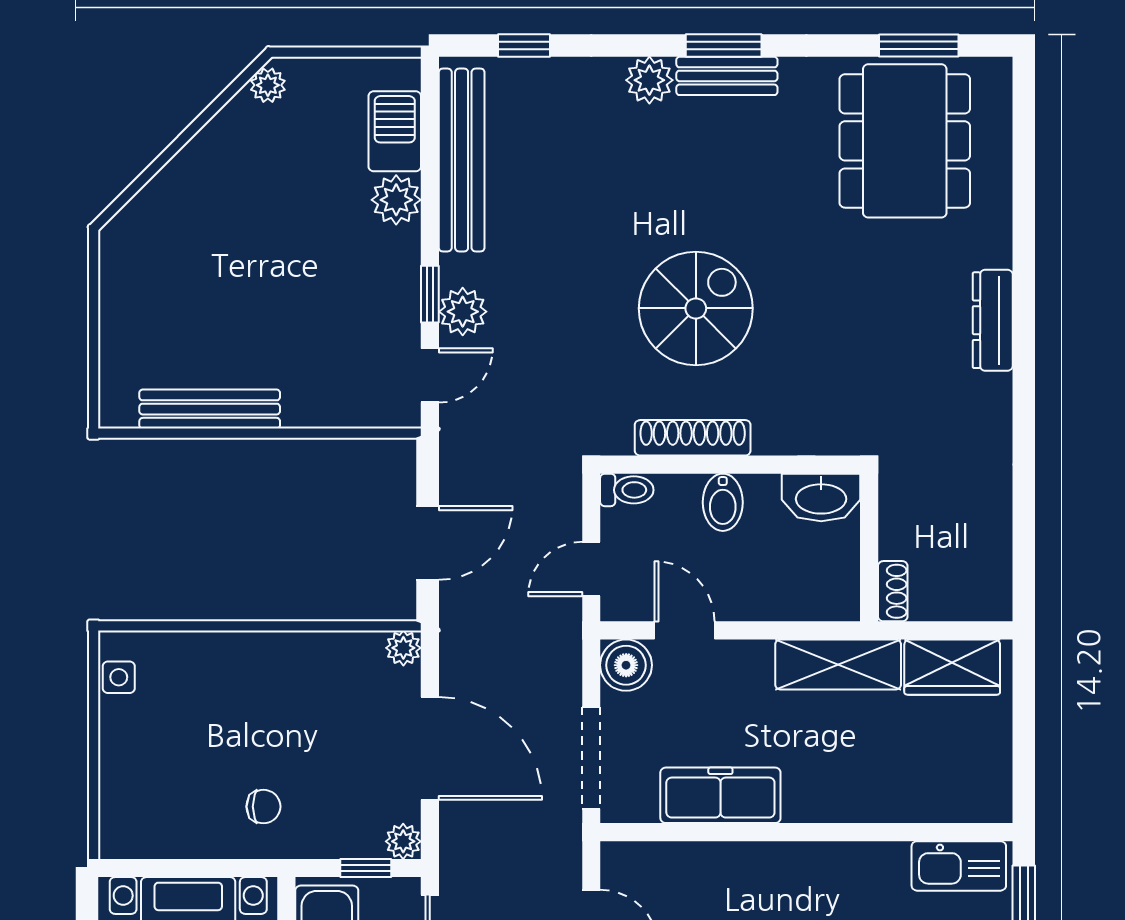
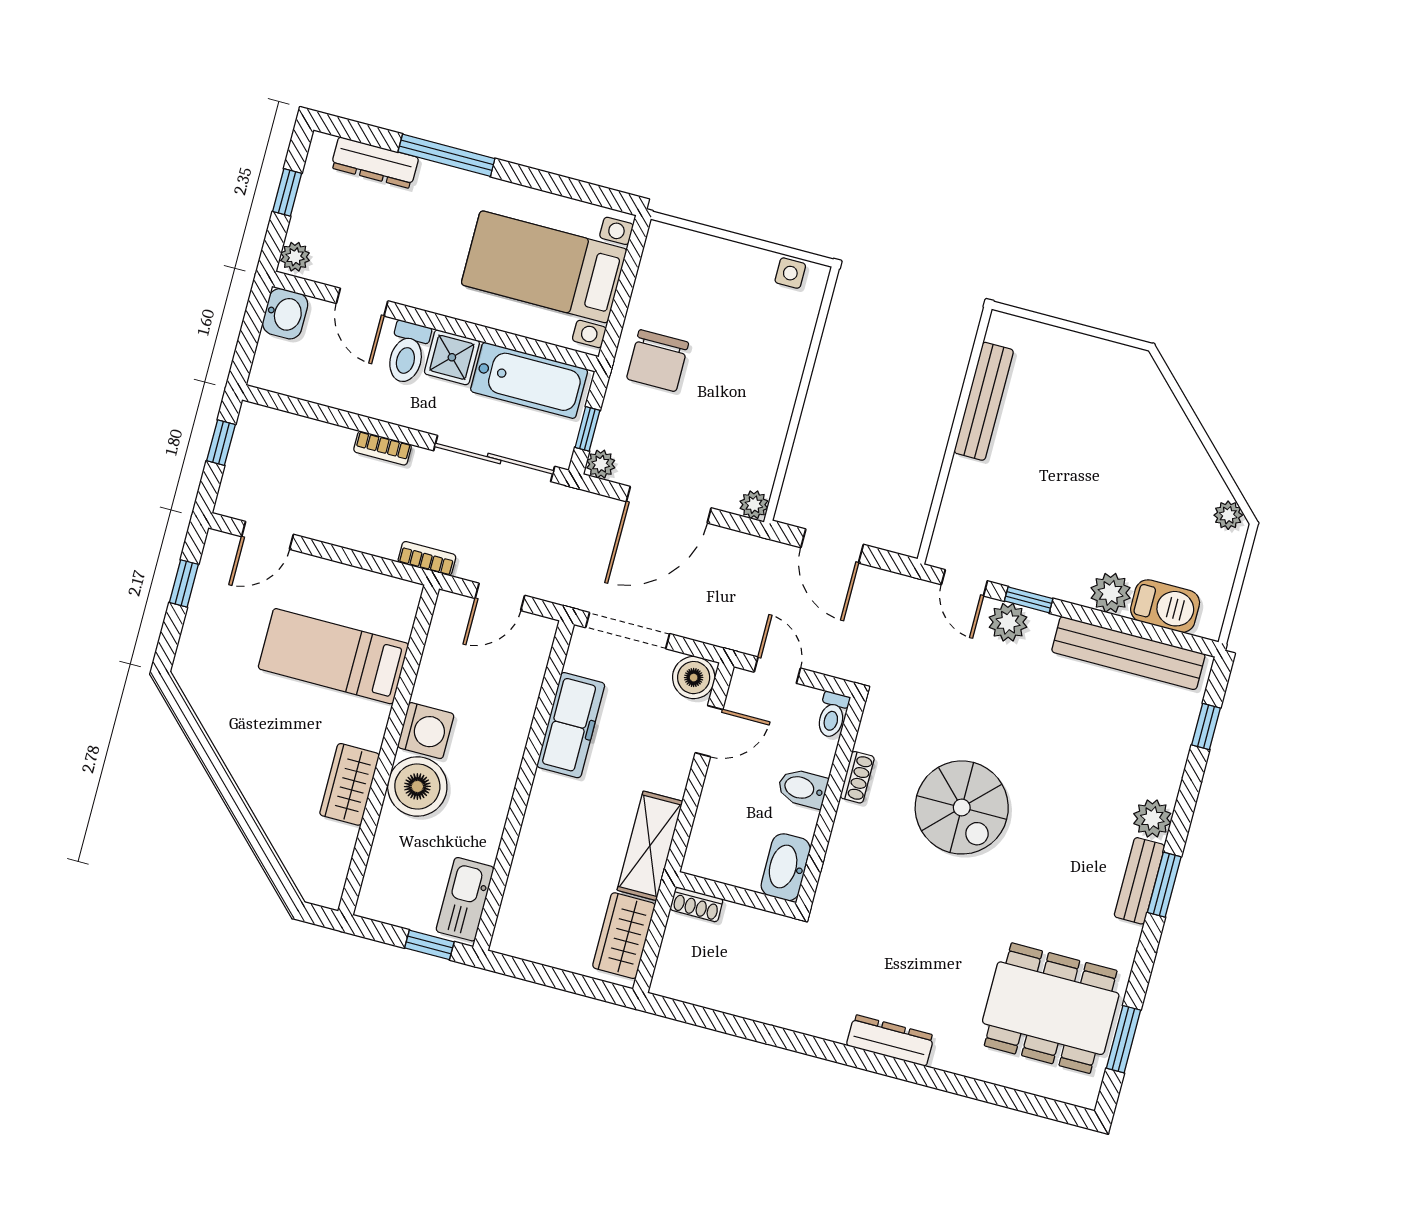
shoe rack: (693, 438) -> (857, 777), width x0.51, depth x0.81
chair: (263, 807) -> (658, 361), width x1.87, depth x1.87

